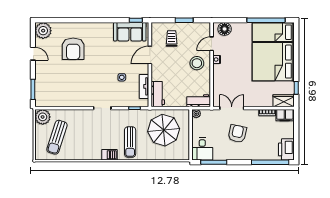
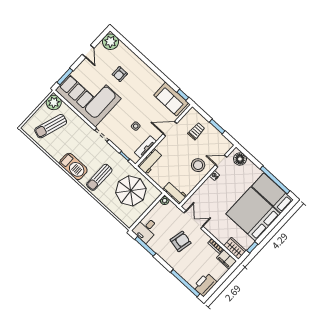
armchair: (73, 49) -> (120, 74), width x0.53, depth x0.53
corner sofa: (63, 87) -> (88, 94), added
barbecue: (109, 155) -> (73, 166), width x1.88, depth x1.53

